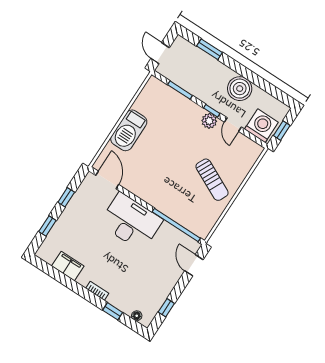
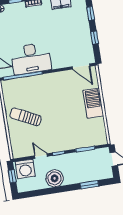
plant: (209, 121) -> (55, 147), removed
desk: (131, 222) -> (31, 58), moved

